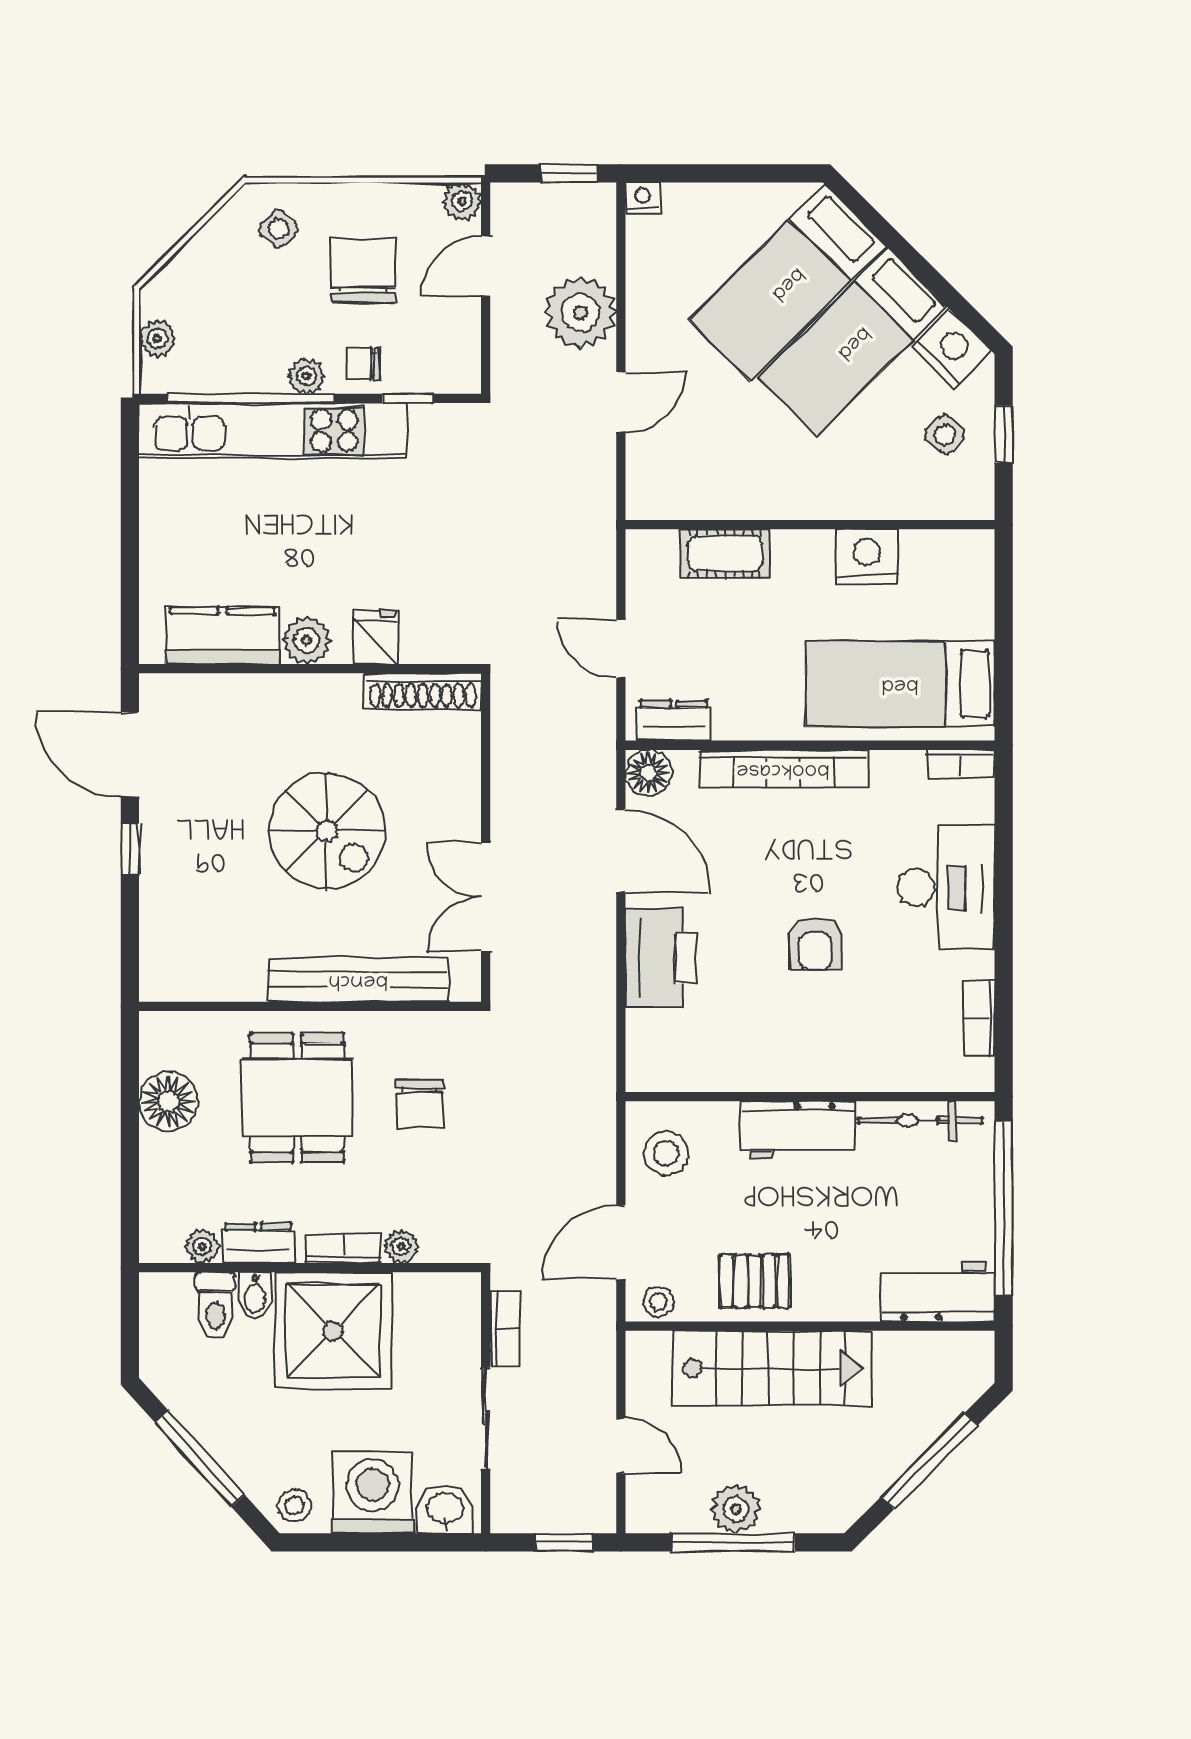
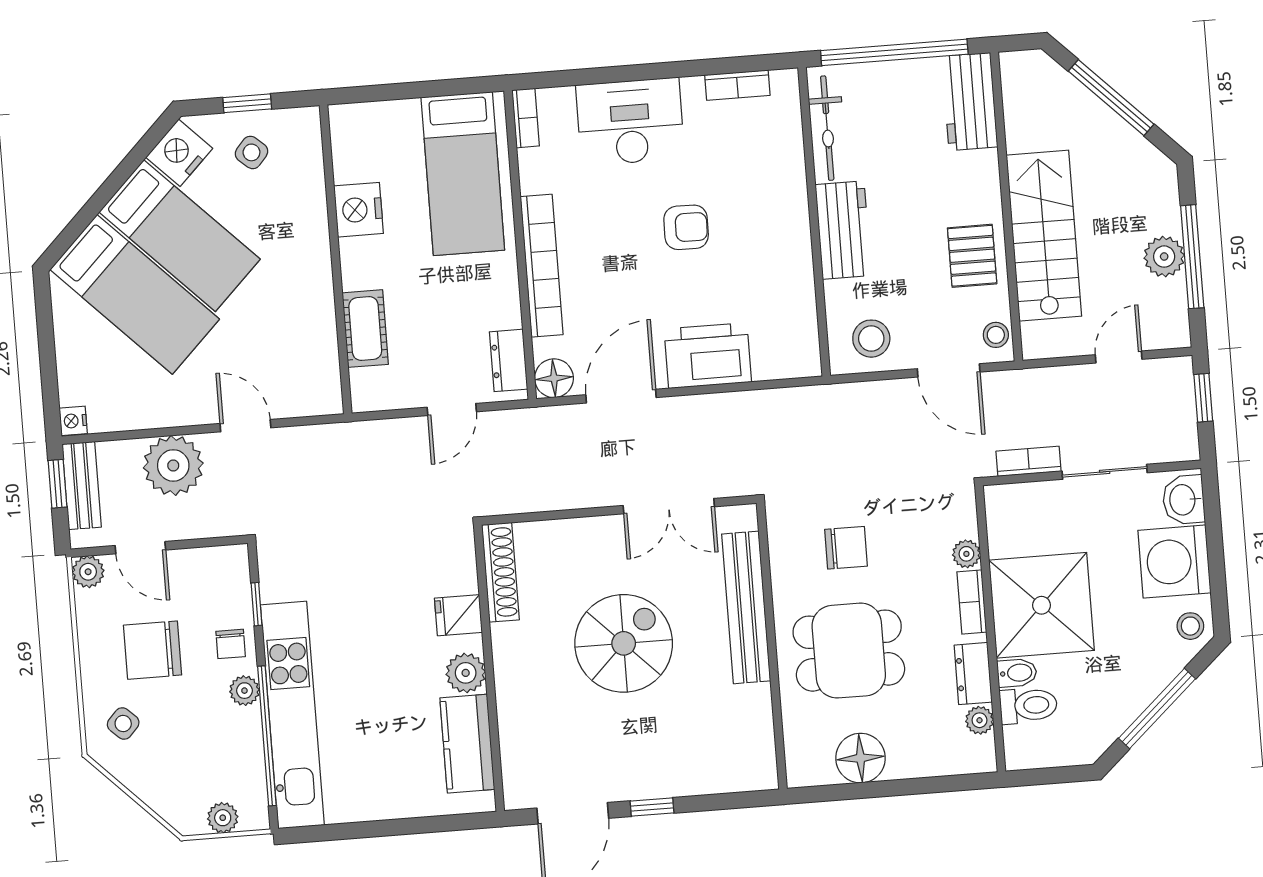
bench: (565, 202) -> (82, 486), added

